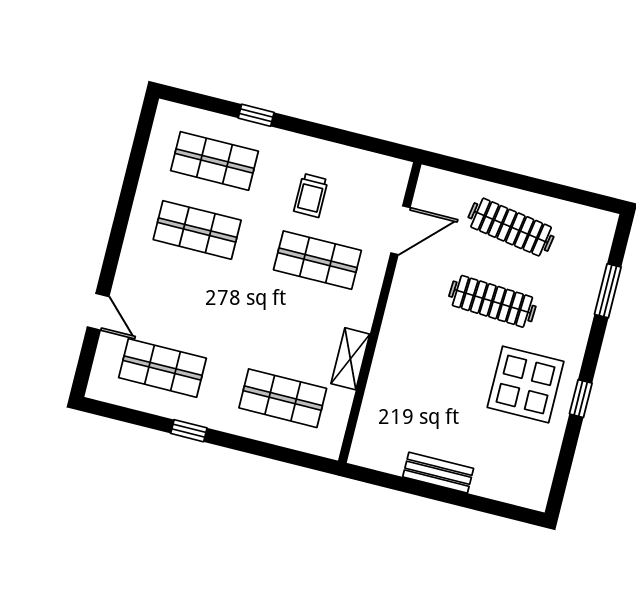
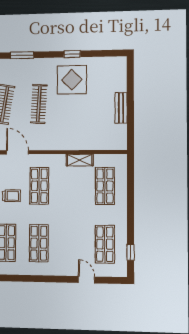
door: (98, 312) -> (86, 280), hinge flipped
window: (189, 431) -> (131, 252), moved

